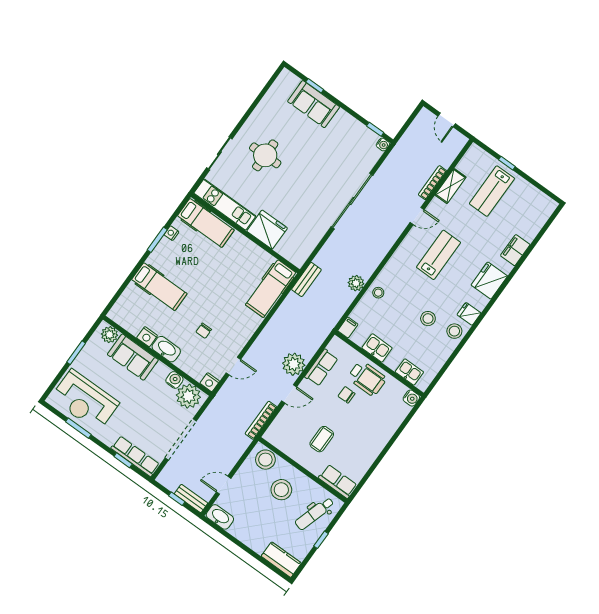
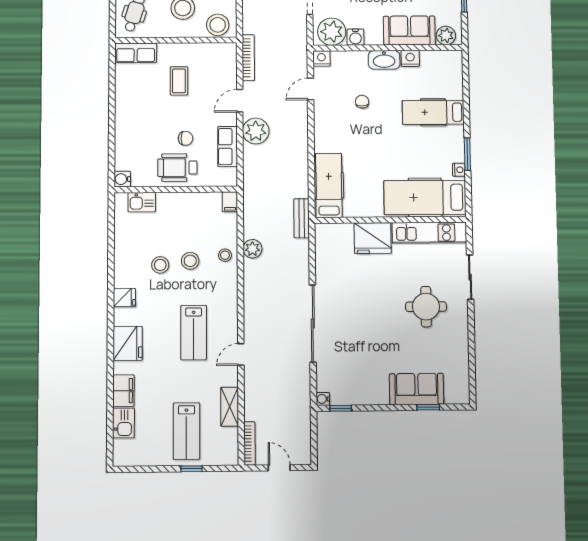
bookcase: (432, 183) -> (249, 443), moved
lab bench: (492, 191) -> (186, 431), turned 180
hospital bed: (206, 223) -> (425, 197), width x1.37, depth x1.29
stool: (454, 331) -> (190, 261), moved
kitchen sink: (377, 348) -> (124, 423), moved, turned -90

